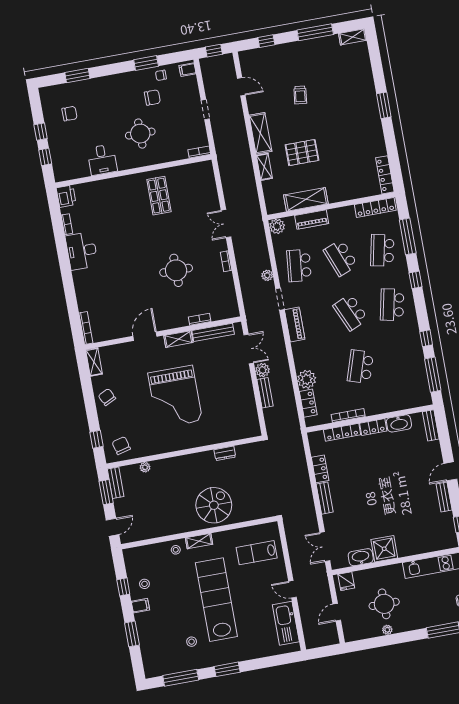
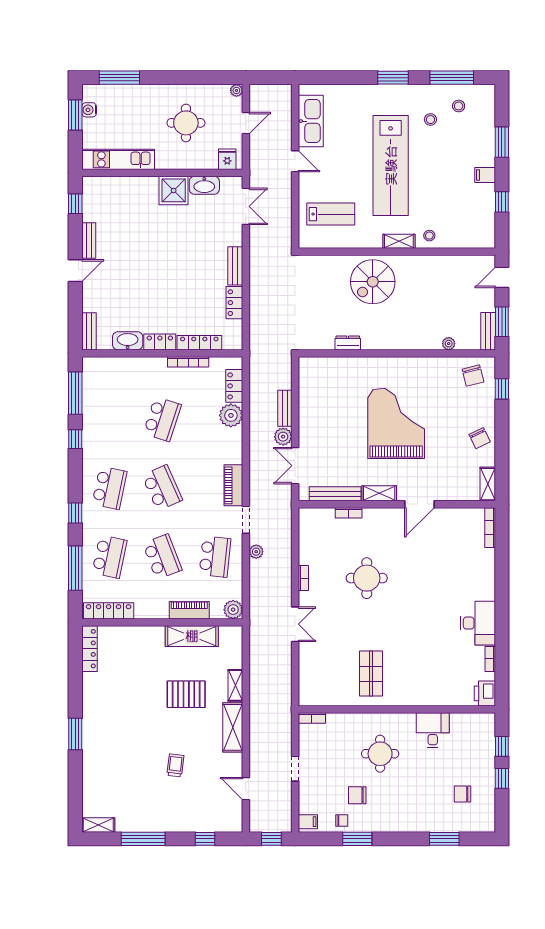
stool: (144, 584) -> (459, 106), moved
plant: (387, 630) -> (236, 90), moved

